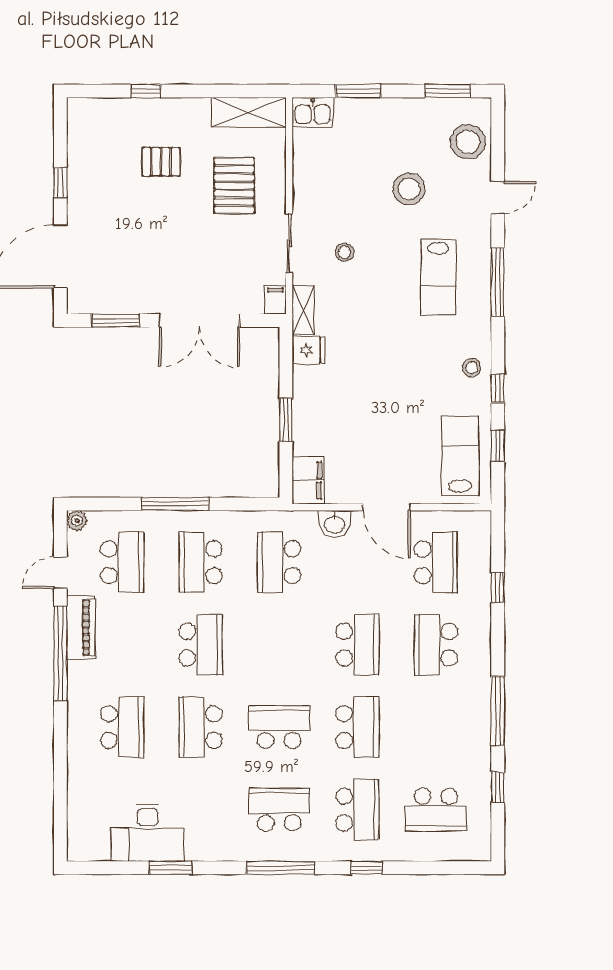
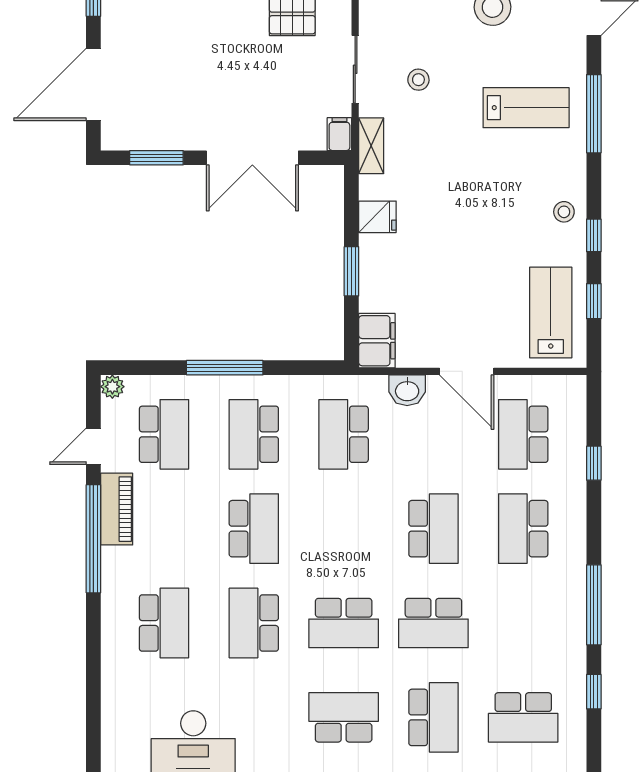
lab bench: (438, 277) -> (526, 108), turned -90
fridge: (309, 350) -> (377, 217), moved
school desk: (436, 562) -> (523, 434), turned 180
school desk: (279, 727) -> (344, 623), turned 180
school desk: (357, 727) -> (433, 623), turned 90

